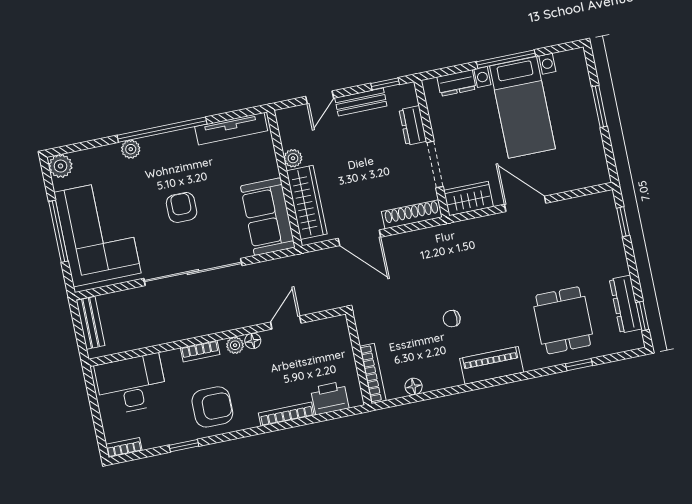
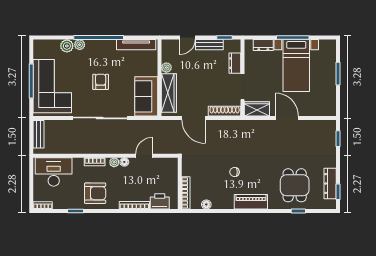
plant: (61, 166) -> (67, 46), moved

